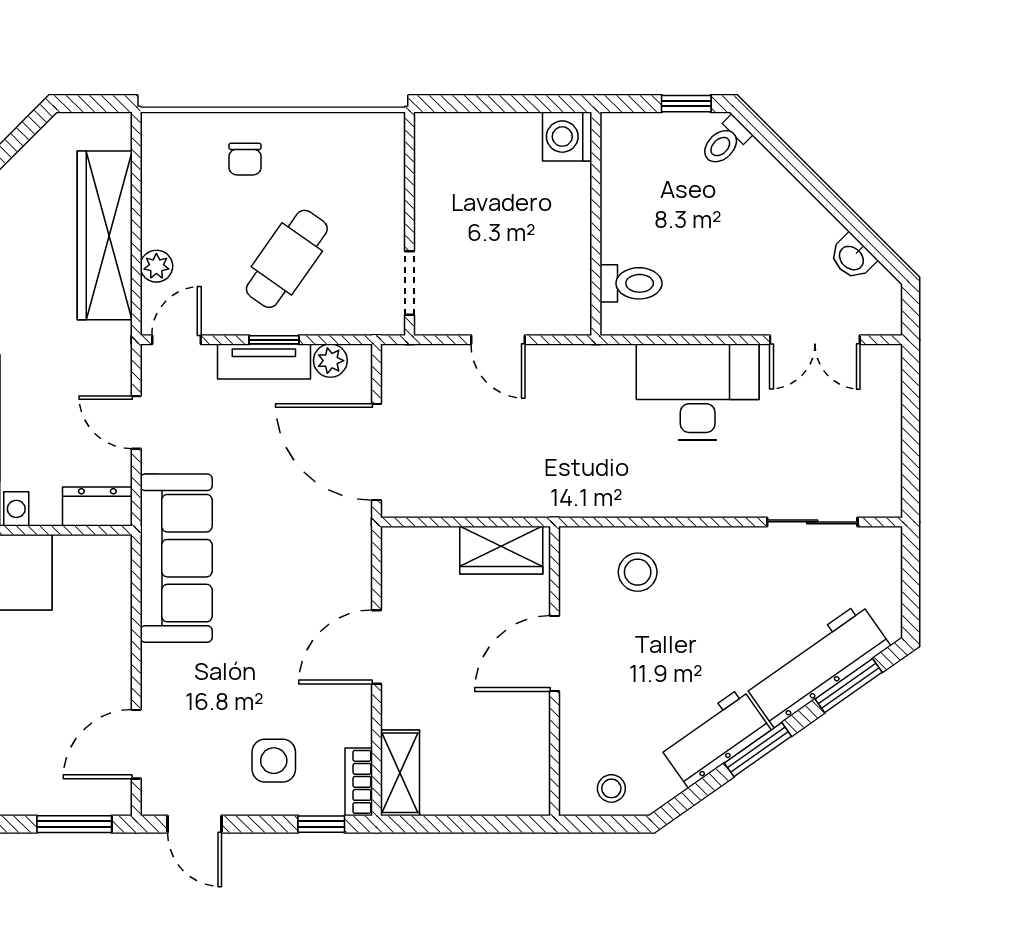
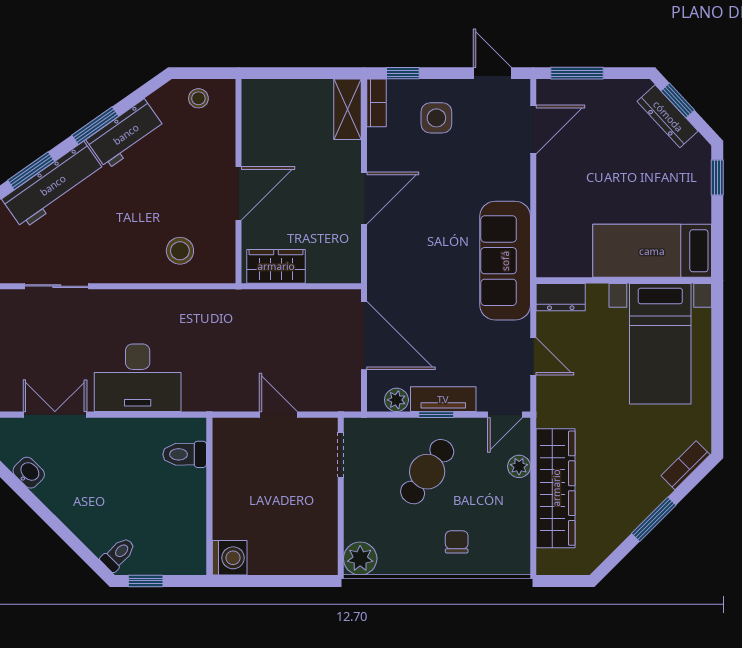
plant: (382, 136) -> (360, 559), added

